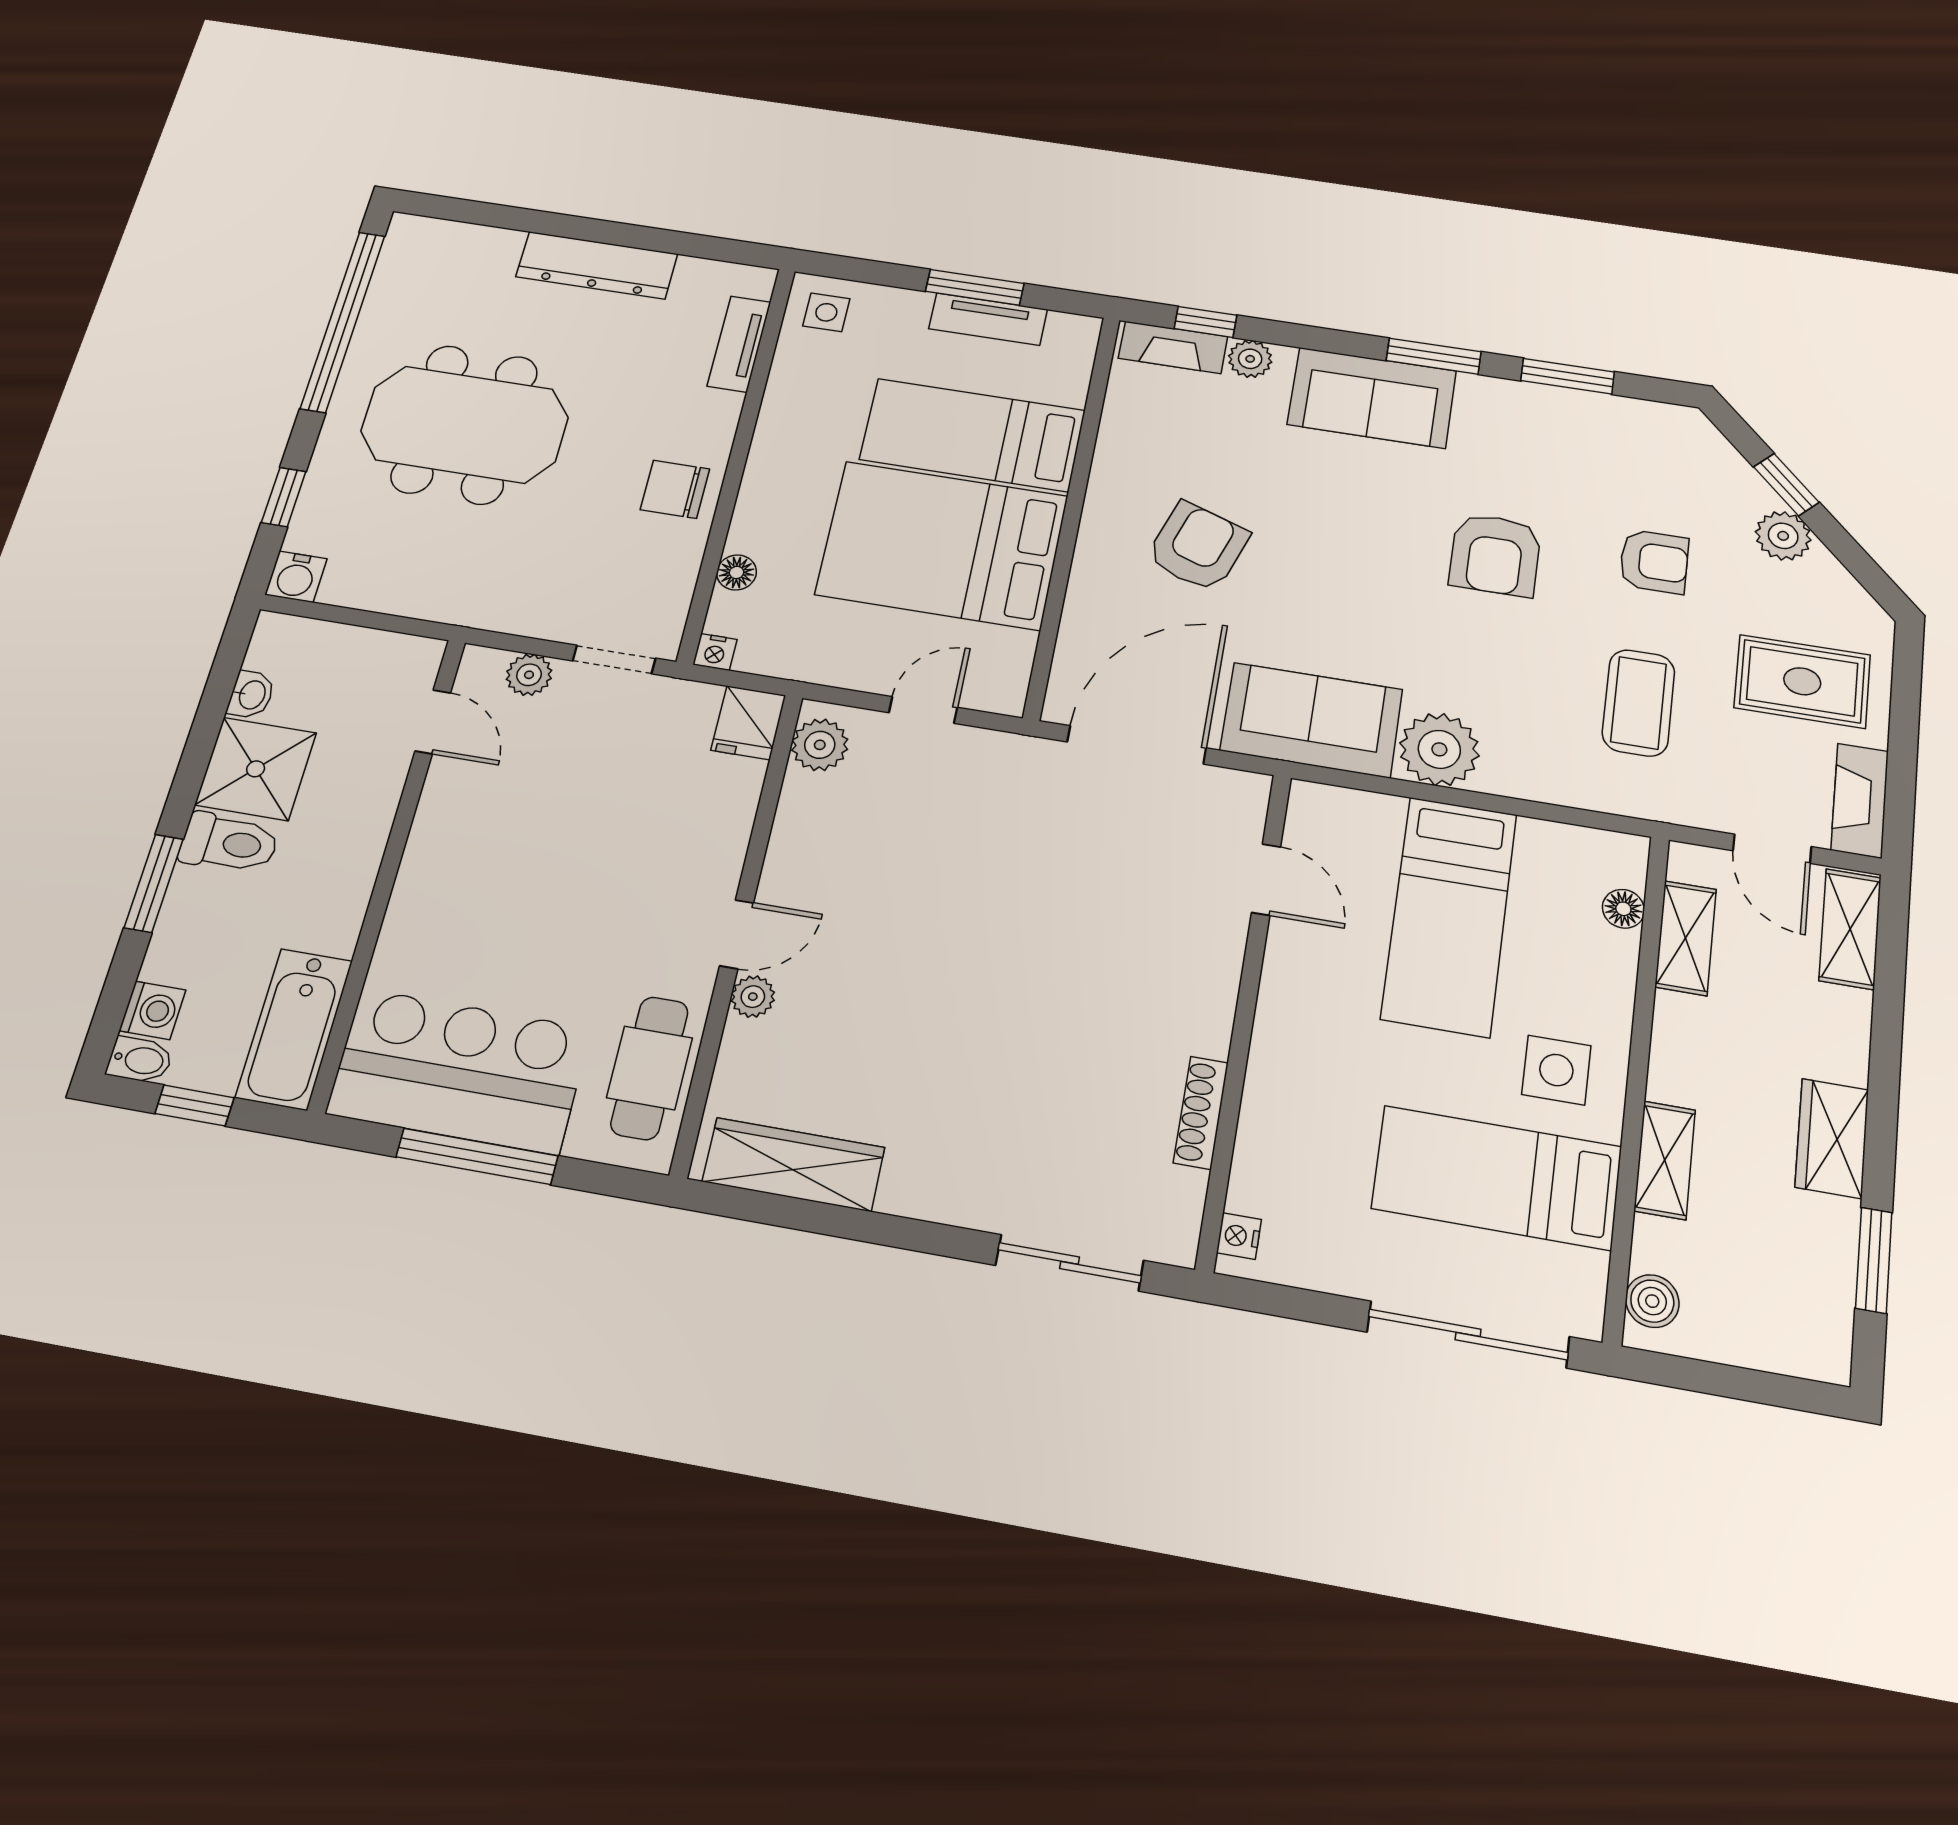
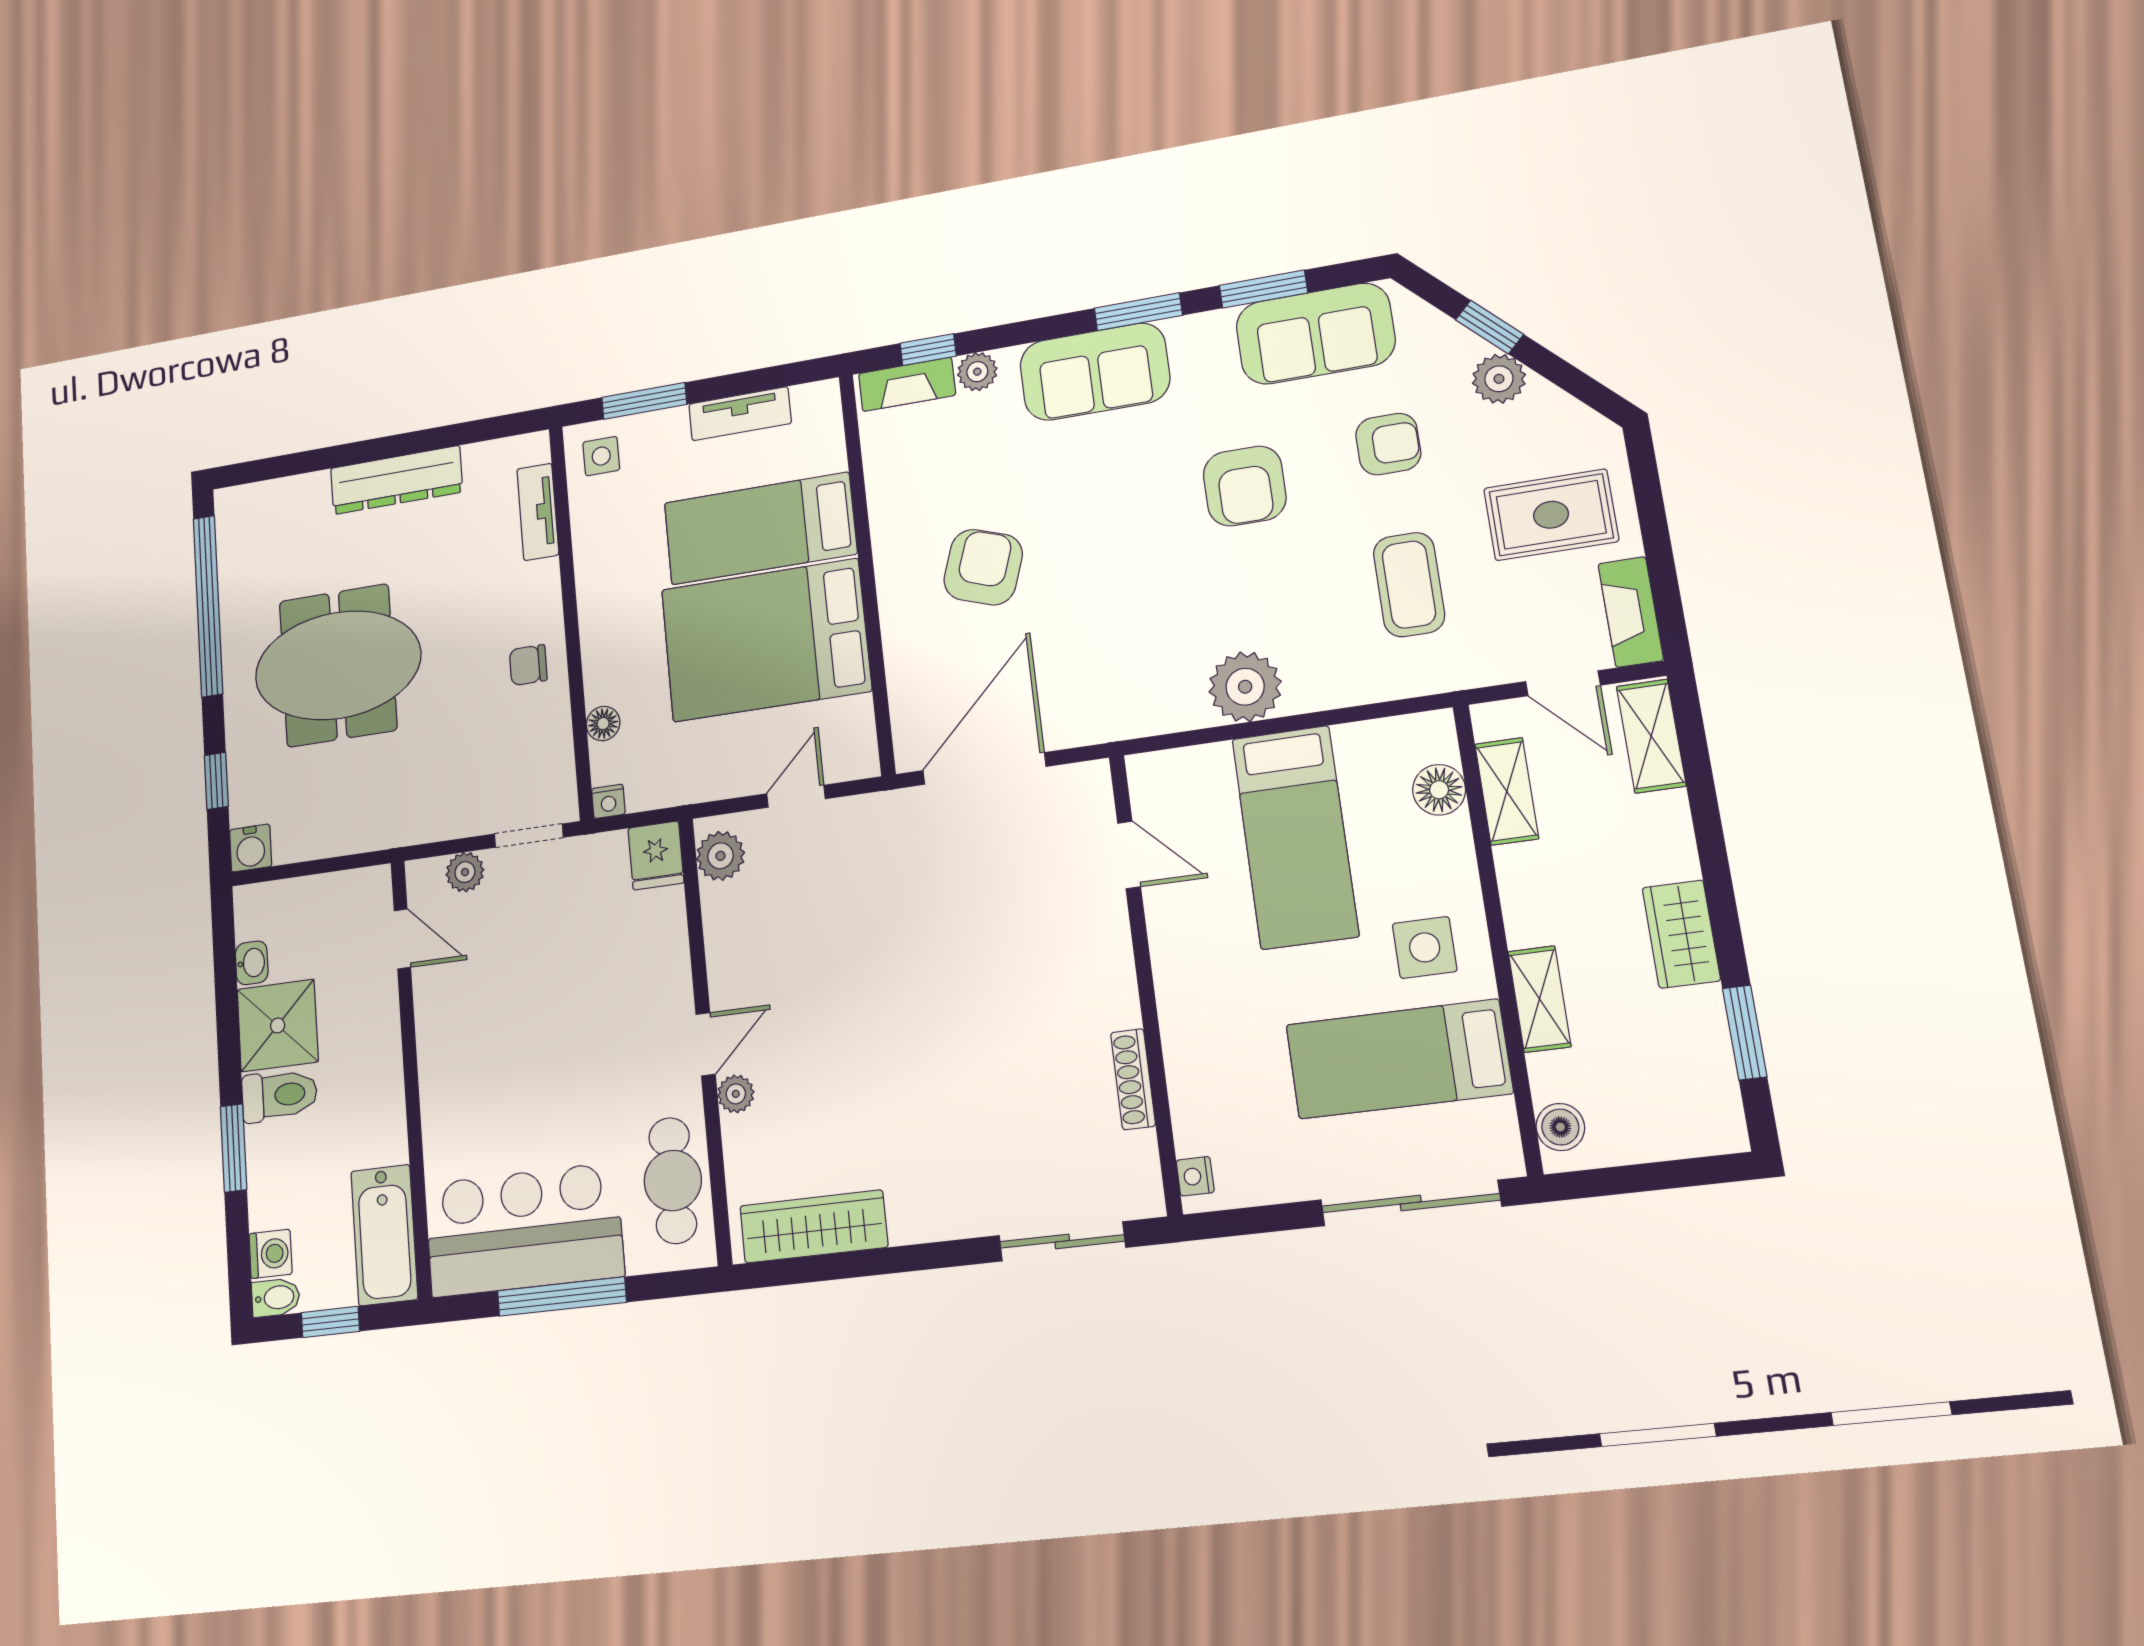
window: (975, 287) -> (644, 401), moved
chair: (675, 489) -> (528, 665), width x0.73, depth x0.73
sofa: (1311, 720) -> (1315, 334), moved, turned 180
floor lamp: (1623, 909) -> (1439, 790), width x1.37, depth x1.37

